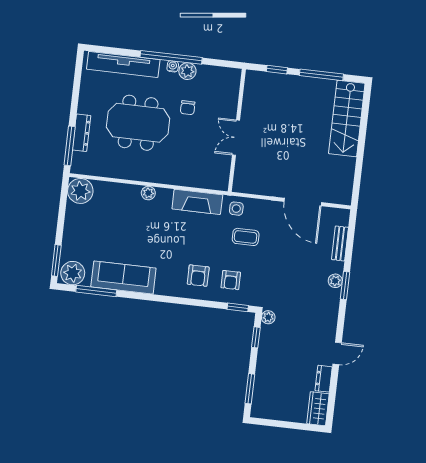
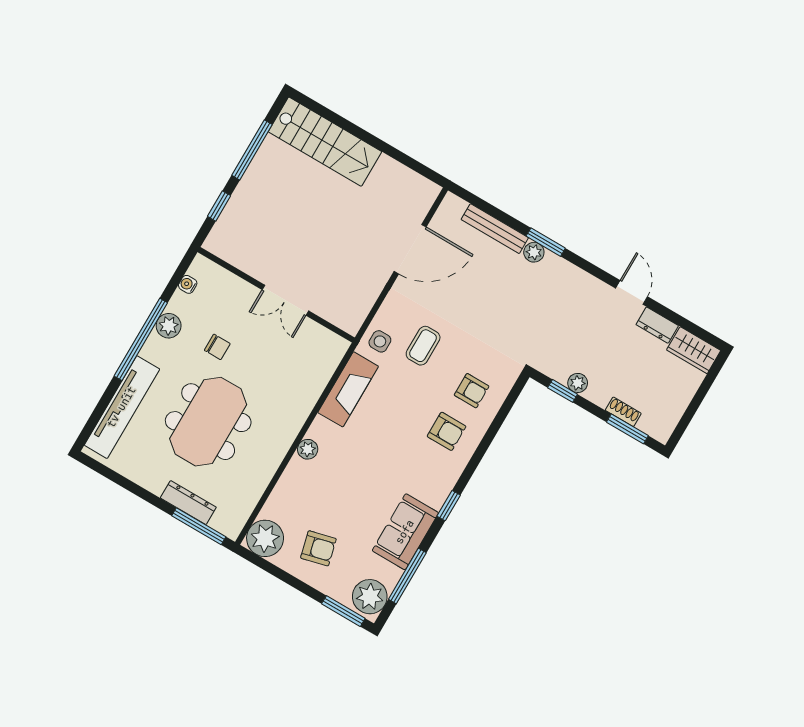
water cooler: (173, 66) -> (188, 284), moved
armchair: (89, 227) -> (318, 548), added
bench: (340, 243) -> (495, 229), width x1.36
sofa: (123, 278) -> (405, 532), width x0.73
window: (238, 307) -> (449, 506), moved
plant: (268, 317) -> (578, 383), moved
shoe rack: (260, 381) -> (623, 412), added

